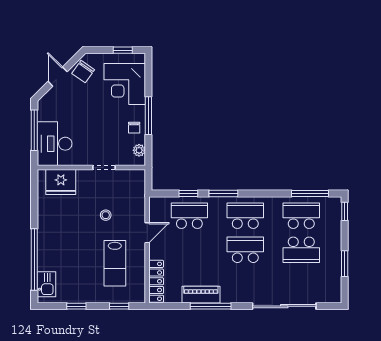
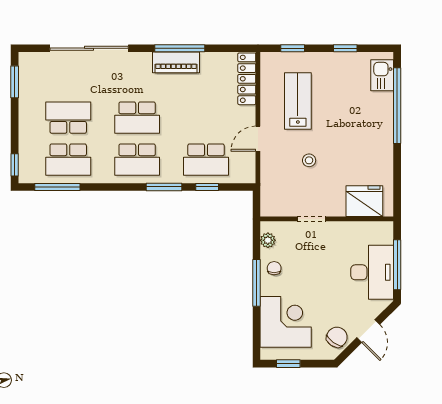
desk: (55, 144) -> (372, 272), moved
window: (345, 264) -> (15, 82), moved
piano: (201, 295) -> (176, 62), moved

